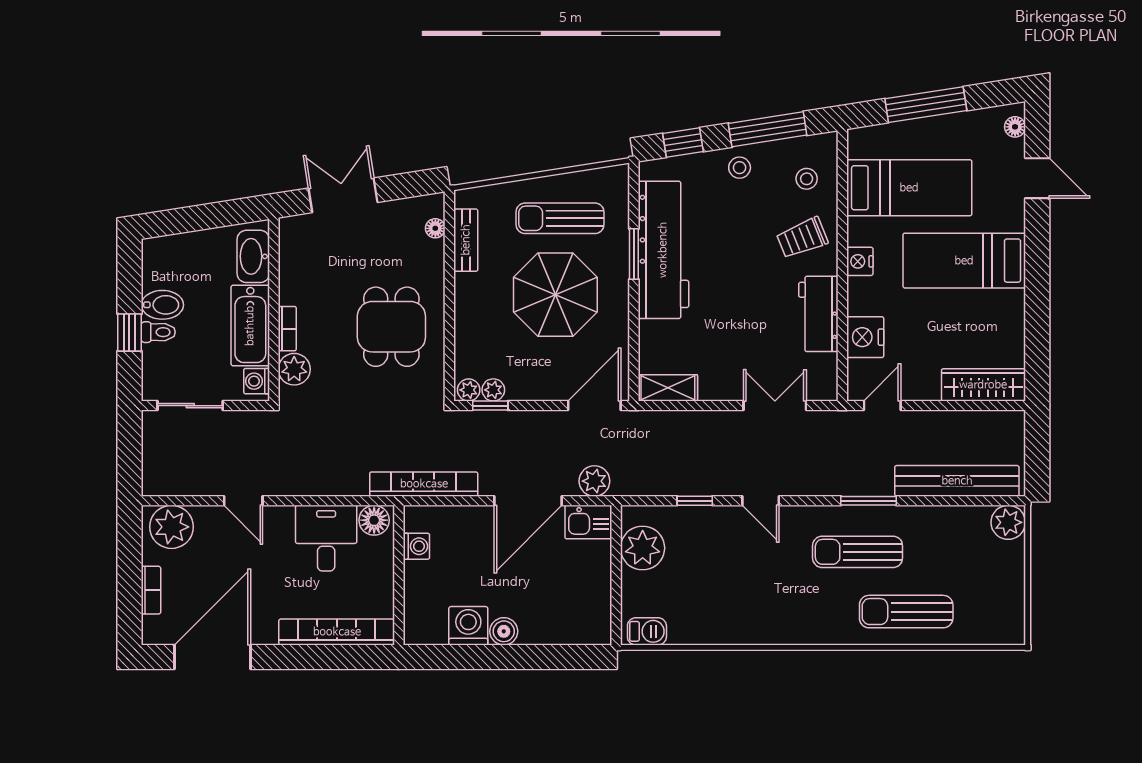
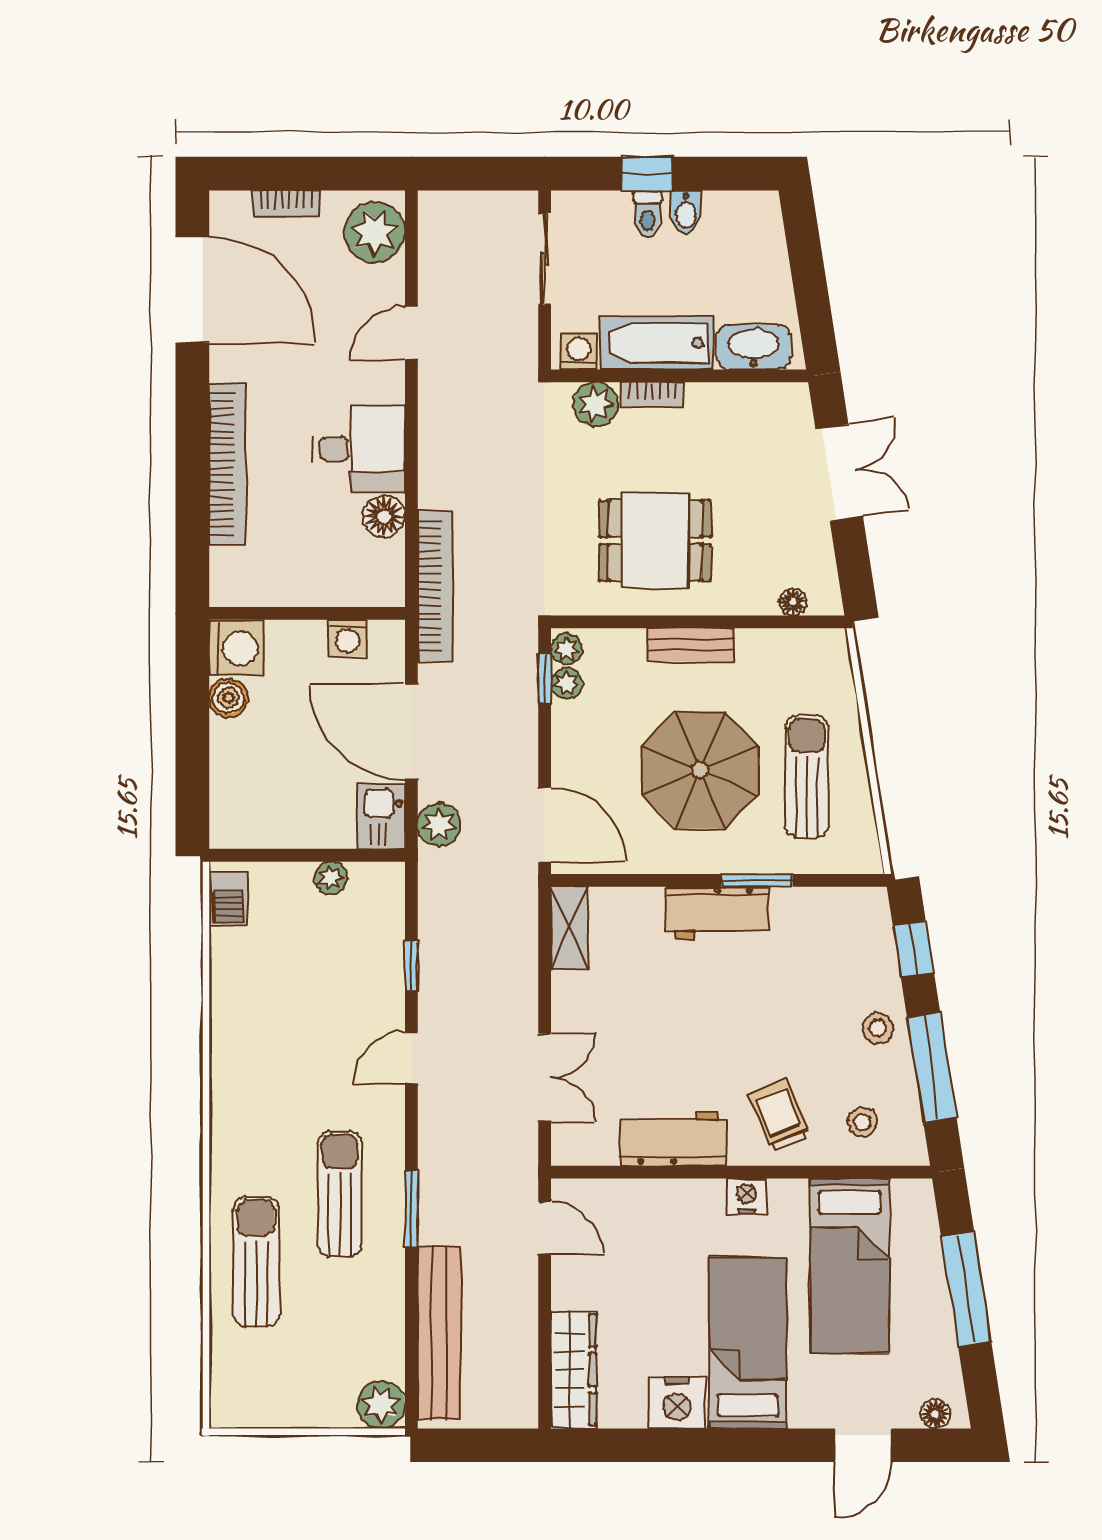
bench: (466, 240) -> (691, 645), moved
workbench: (663, 250) -> (718, 913), width x0.53, depth x0.76
bidet: (162, 305) -> (686, 212), width x0.72, depth x0.74
nightstand: (865, 337) -> (677, 1403), moved, turned 180
washing machine: (416, 546) -> (348, 638), moved
plant: (643, 548) -> (331, 878), width x0.53, depth x0.53
wall: (399, 575) -> (307, 613), moved

